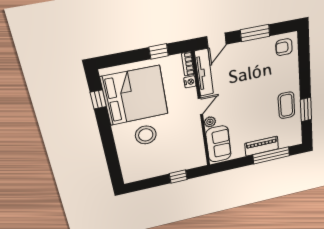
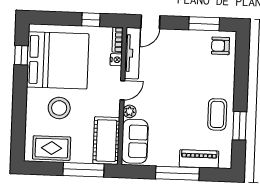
window: (255, 33) -> (204, 24), moved
piano: (262, 146) -> (199, 159), moved
cot: (194, 150) -> (106, 141), added
window: (271, 155) -> (177, 173), moved
rug: (146, 168) -> (52, 148), added
window: (178, 177) -> (83, 170), width x2.17

